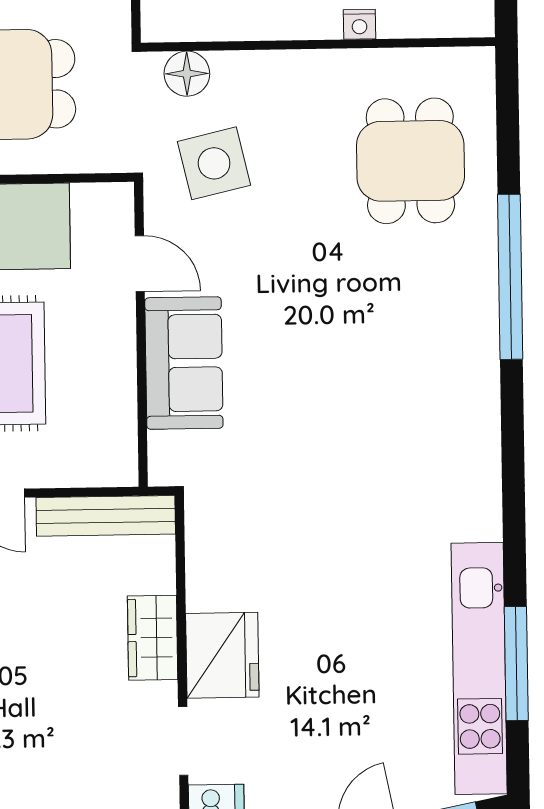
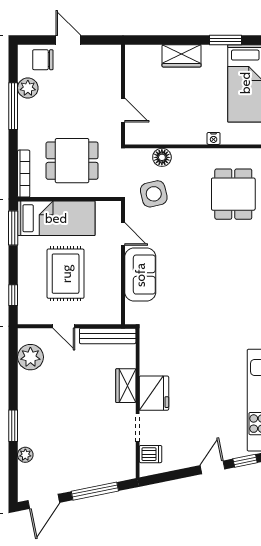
floor lamp: (187, 74) -> (162, 157), moved

